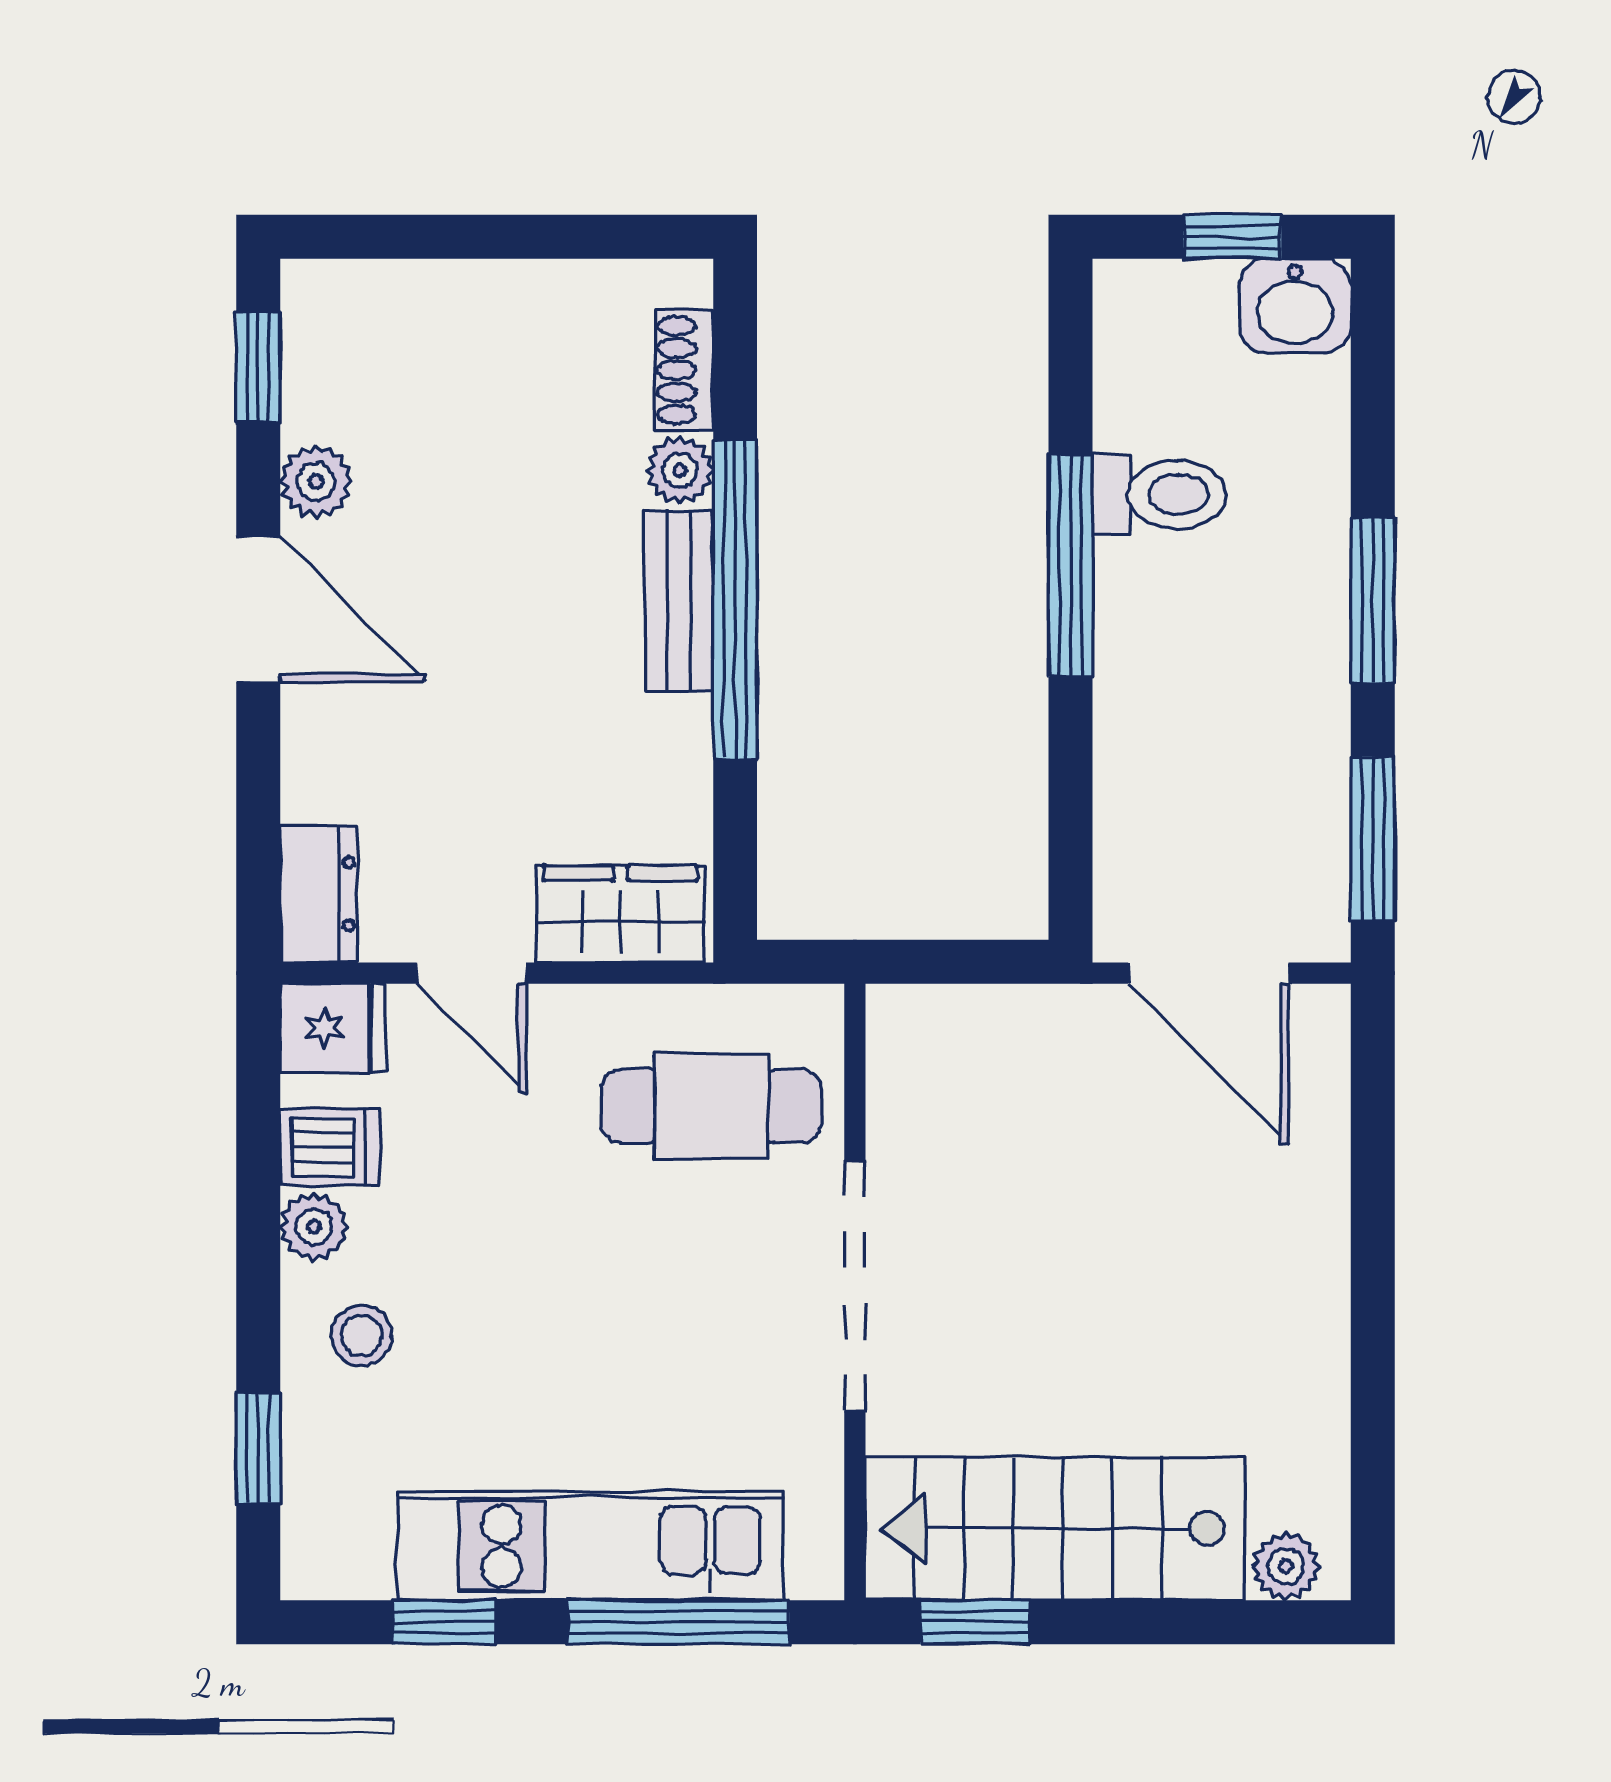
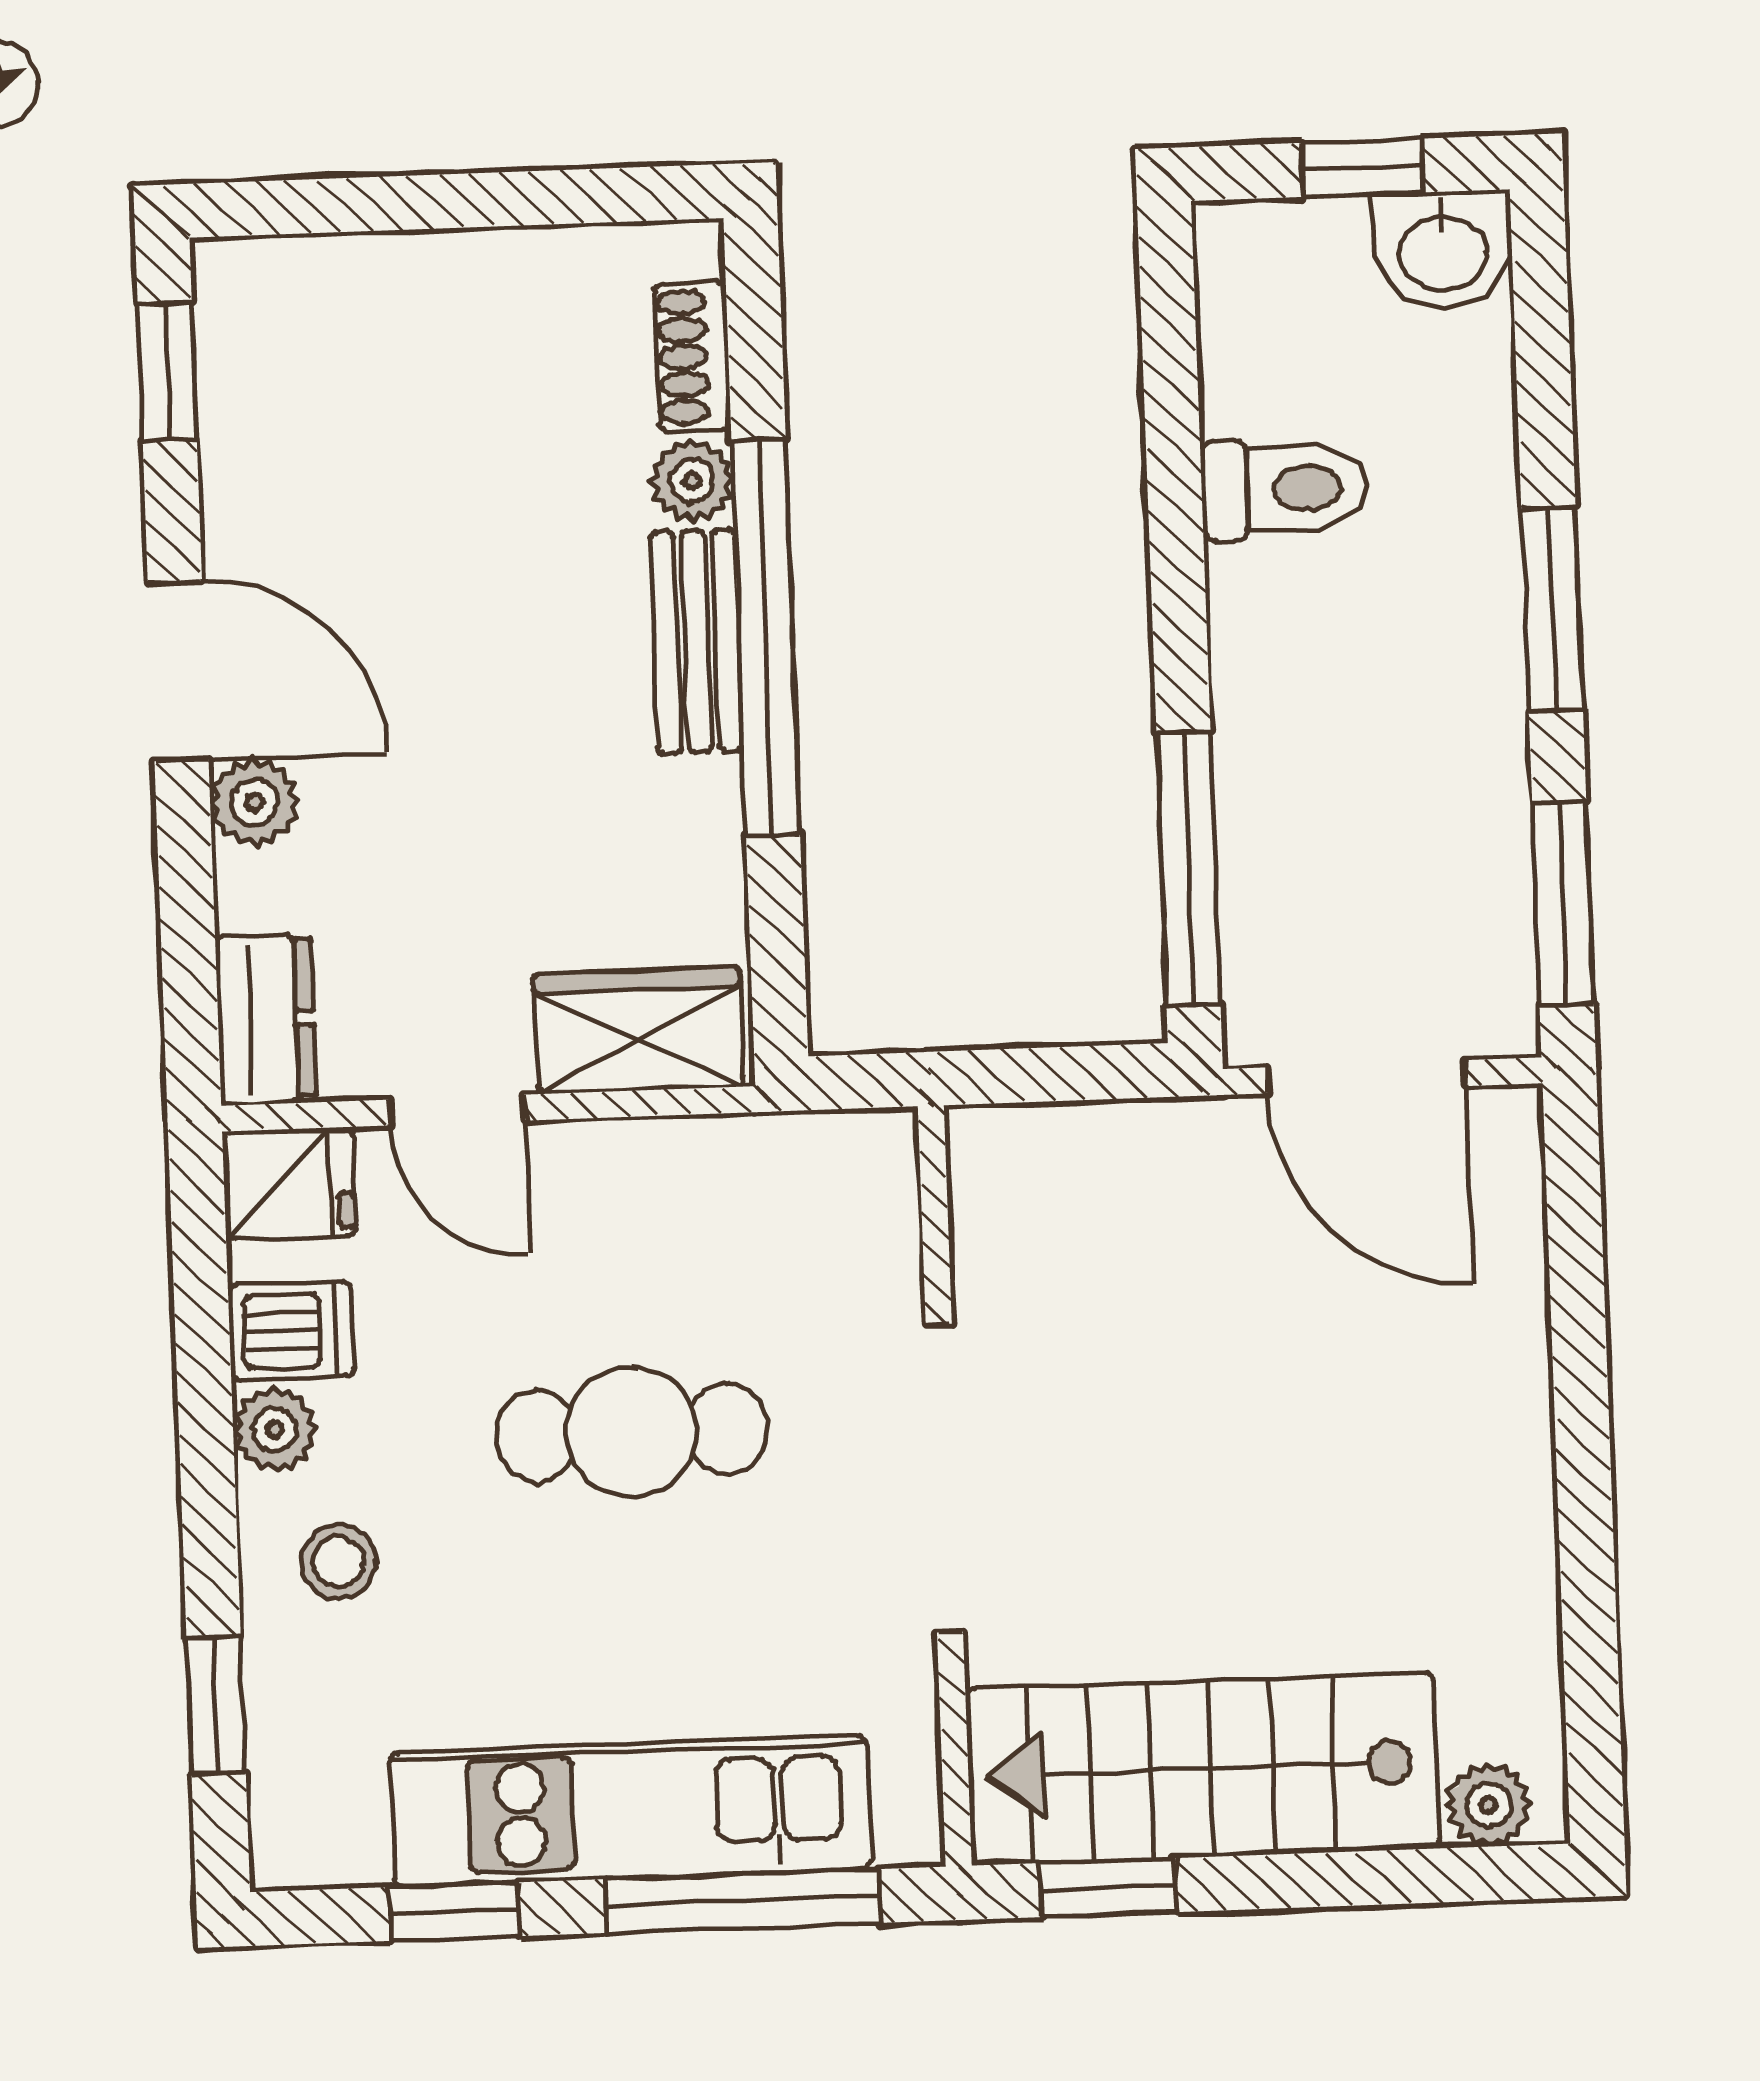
plant: (316, 482) -> (254, 802), moved
window: (1071, 565) -> (1188, 869), moved
cafe table: (711, 1106) -> (632, 1432), moved

